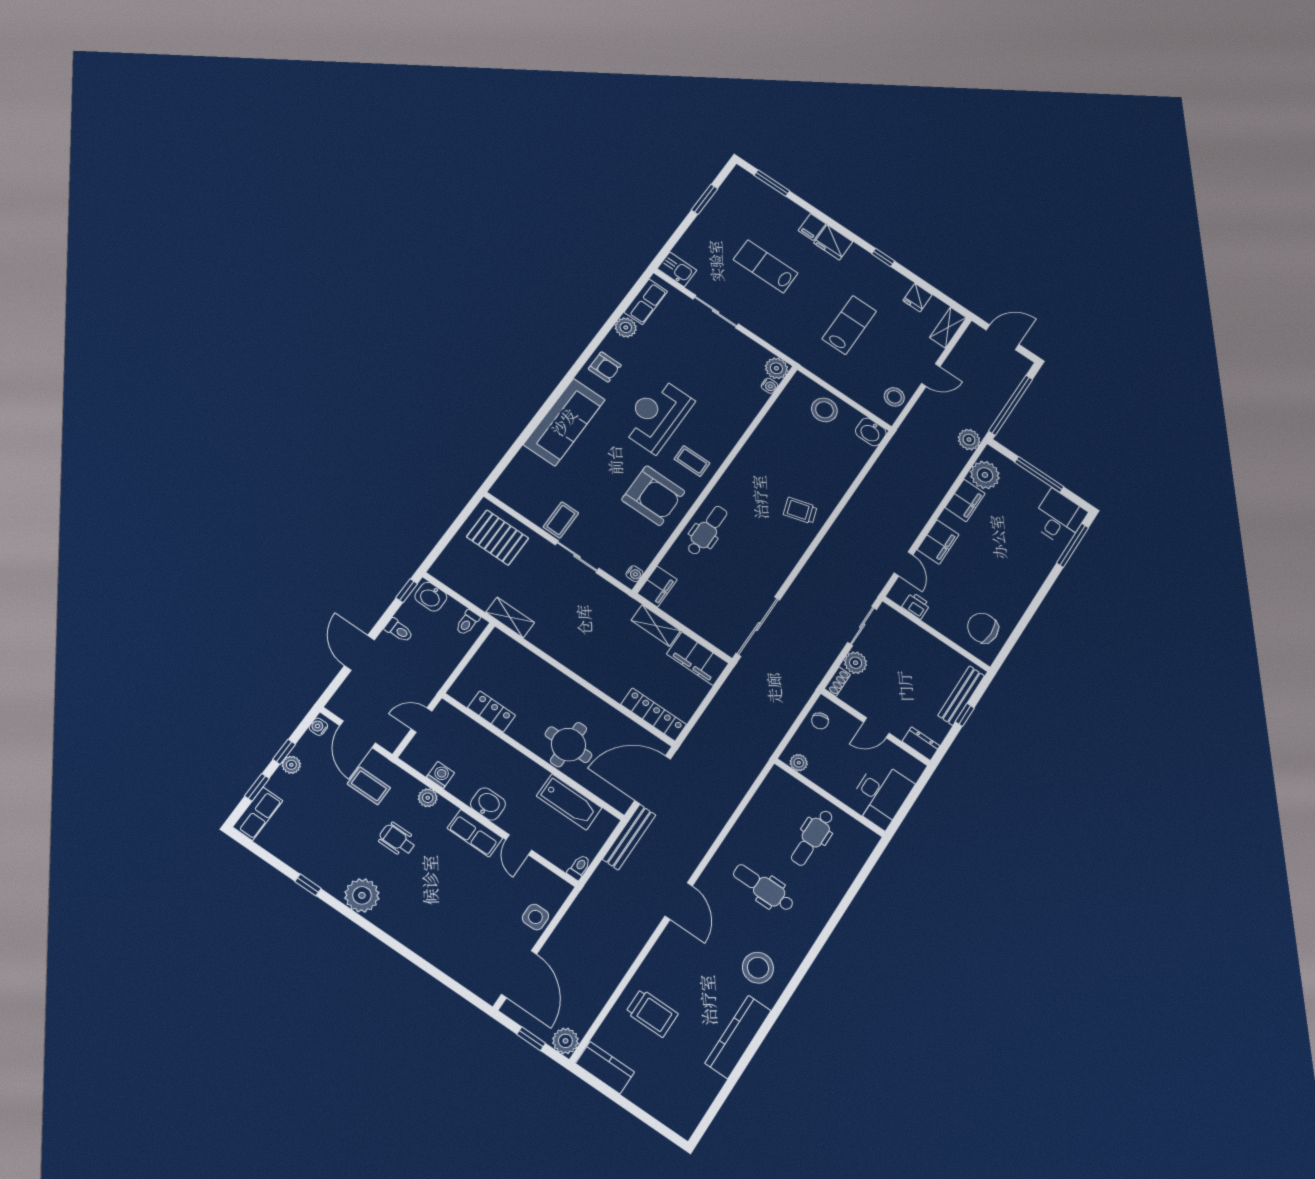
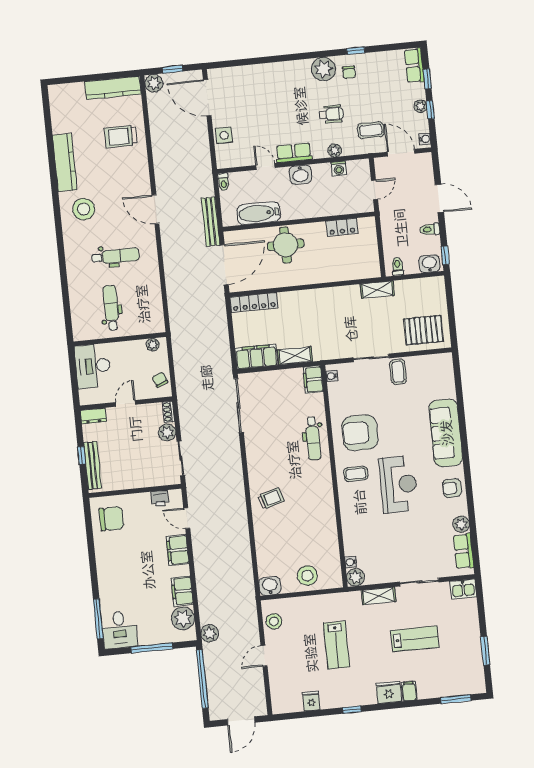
shelving: (948, 327) -> (379, 596), moved, turned 90
chair: (337, 868) -> (349, 72), added
kitchen counter: (605, 1068) -> (113, 88), width x1.50

